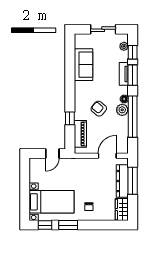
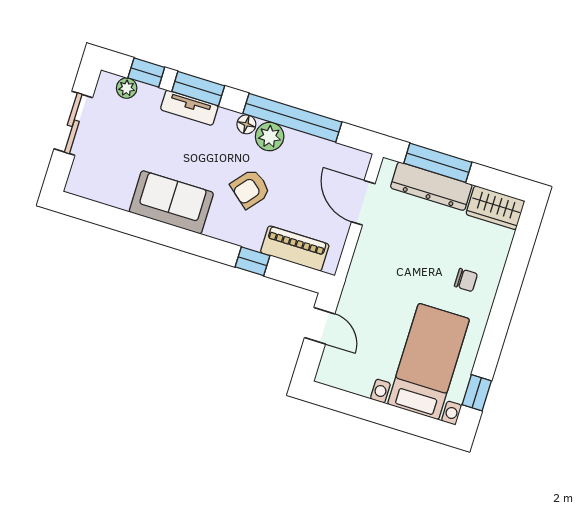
sofa: (84, 65) -> (171, 202), moved
window: (68, 225) -> (493, 340), removed

